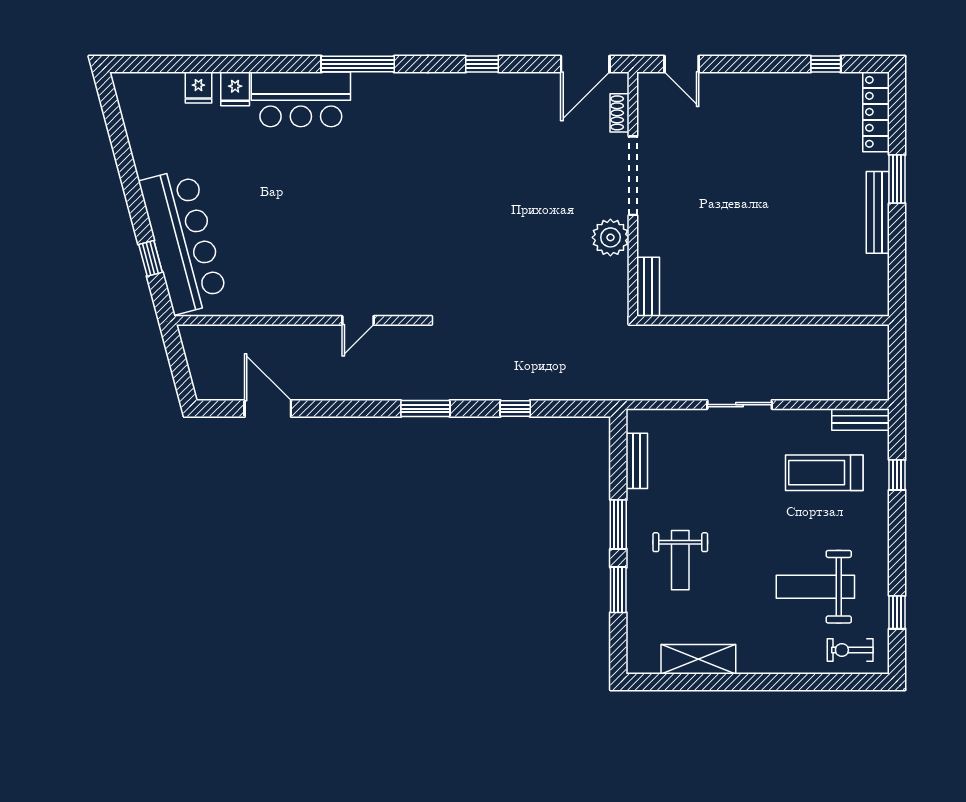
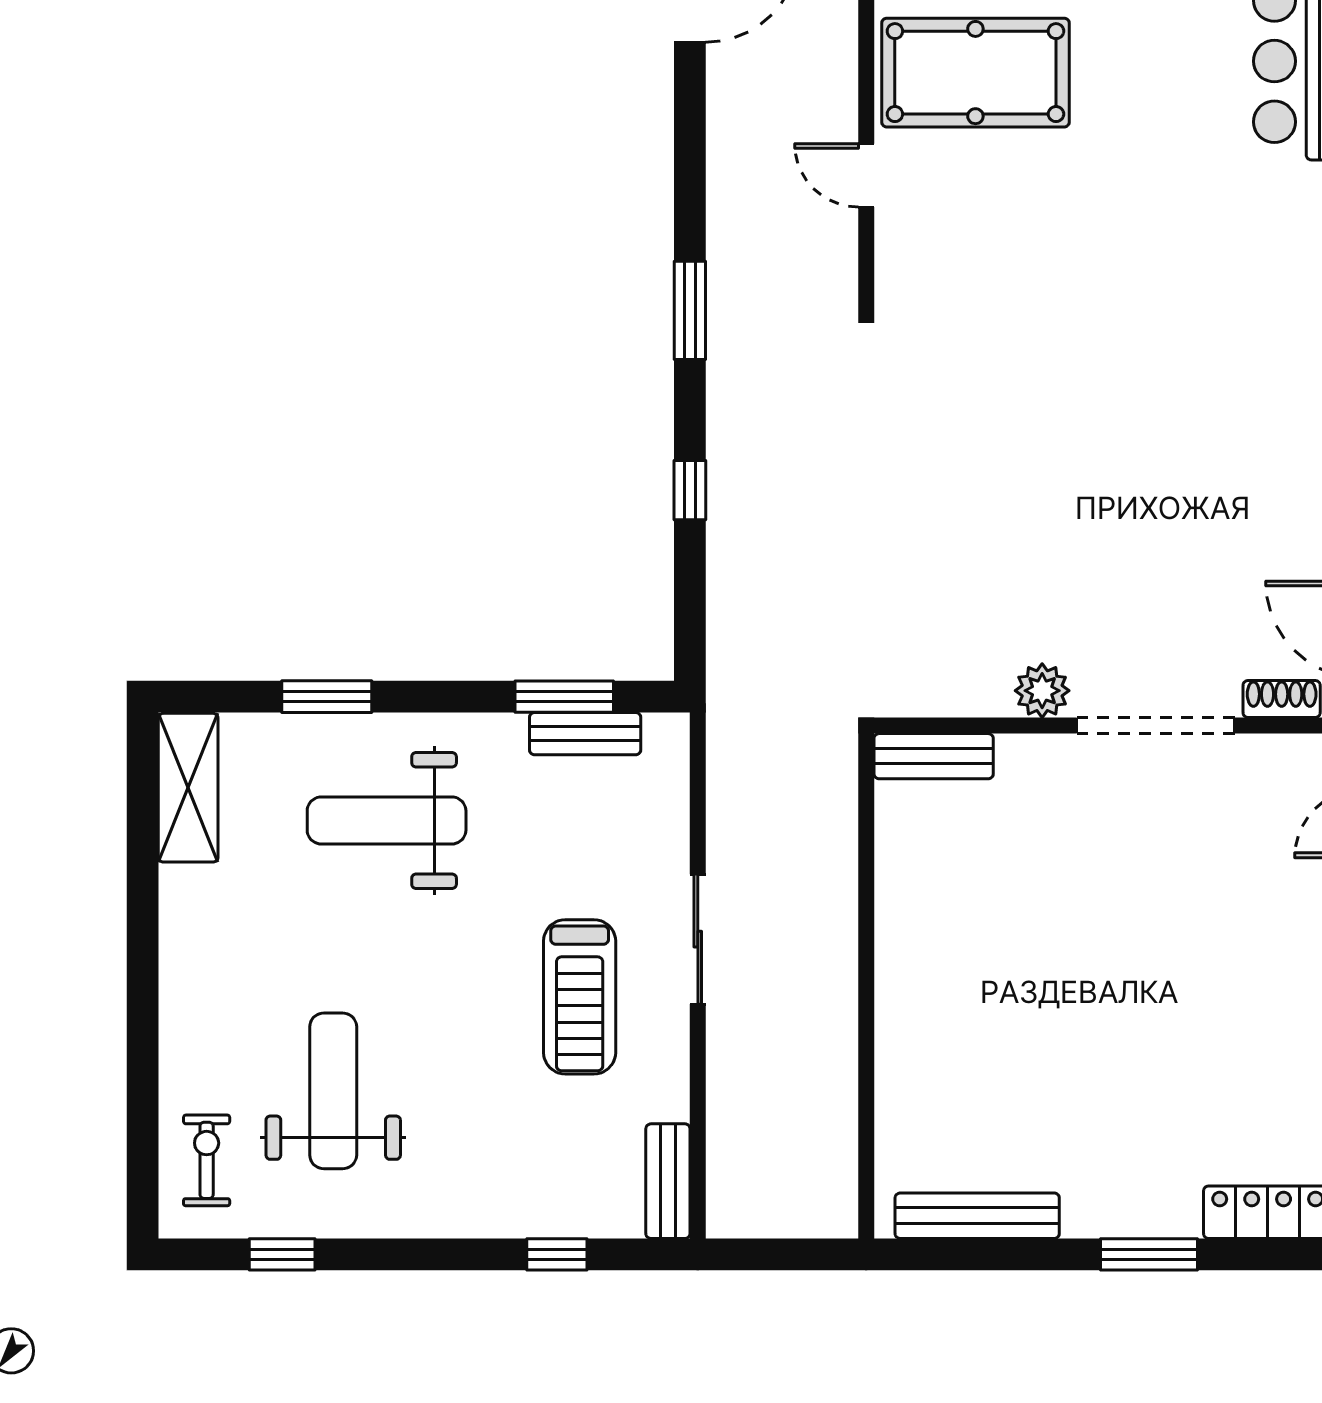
bench: (878, 212) -> (977, 1216), moved
plant: (610, 237) -> (1042, 691), width x0.73, depth x0.73
pool table: (307, 266) -> (975, 73), added
treadmill: (824, 473) -> (580, 997), moved, turned 180
window: (618, 524) -> (564, 697), moved
weight bench: (680, 560) -> (387, 820), width x1.36, depth x1.33
shelving: (698, 659) -> (188, 788), moved

